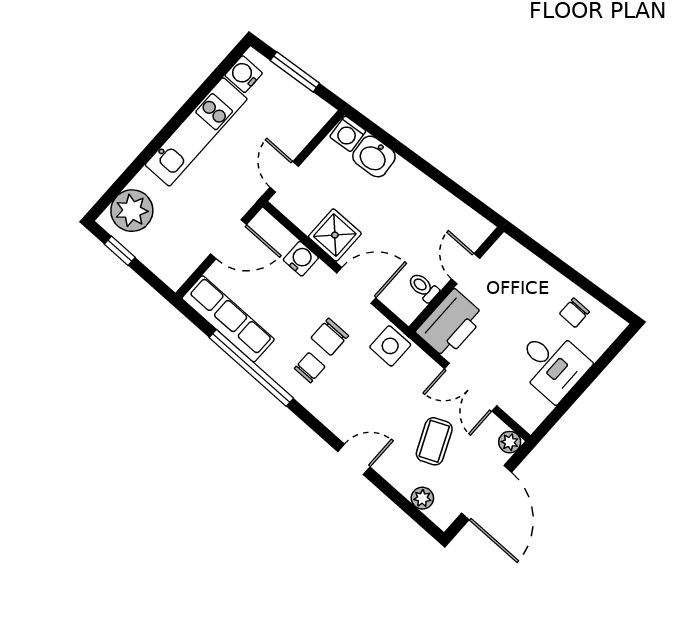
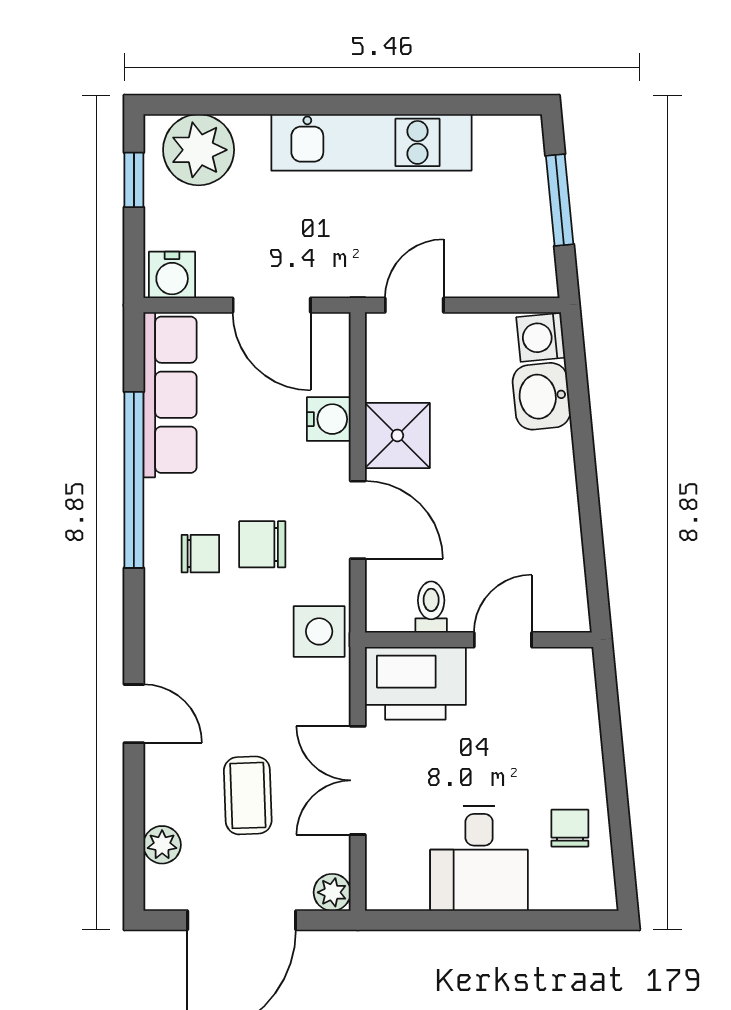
water cooler: (244, 74) -> (172, 275), moved, turned 180
chair: (574, 313) -> (570, 828), turned 90
coffee table: (434, 441) -> (248, 795), turned -68

